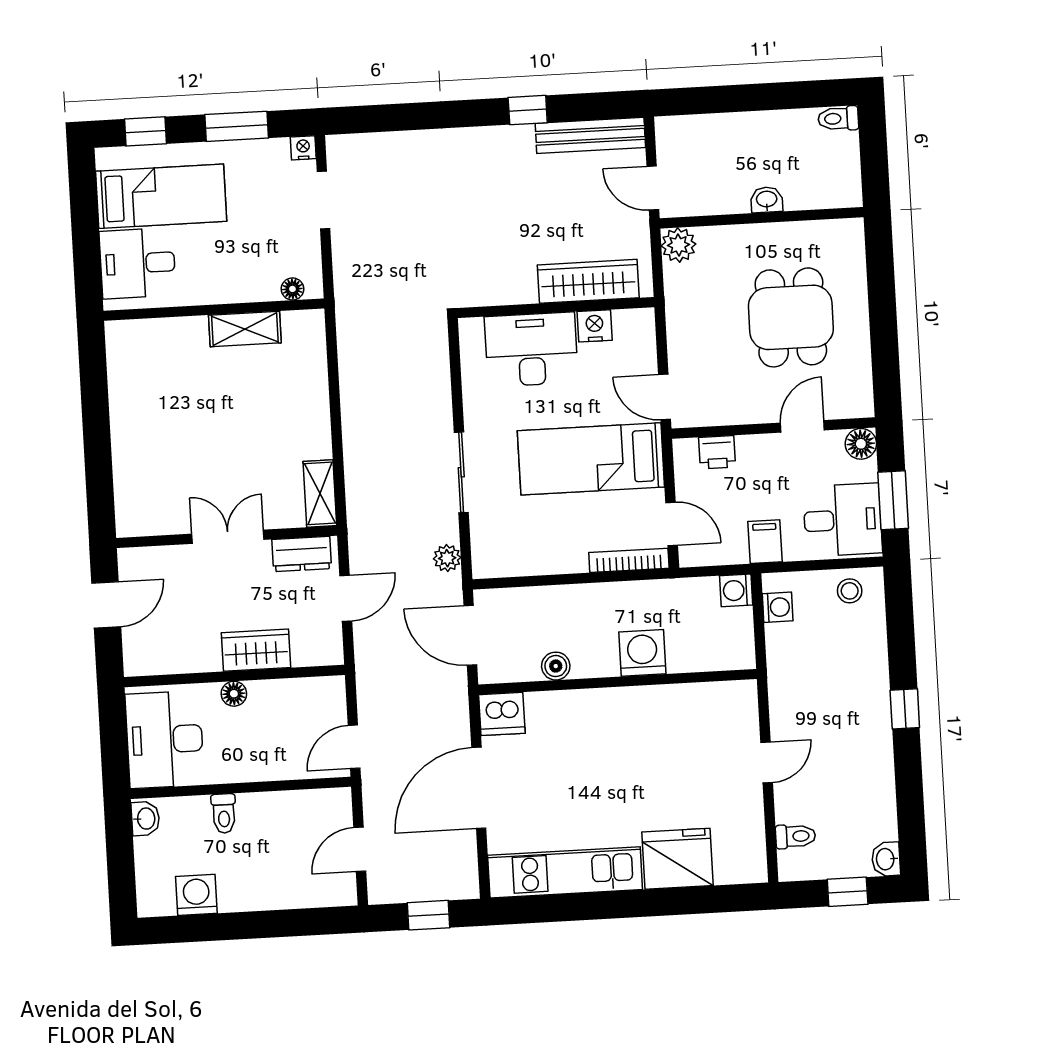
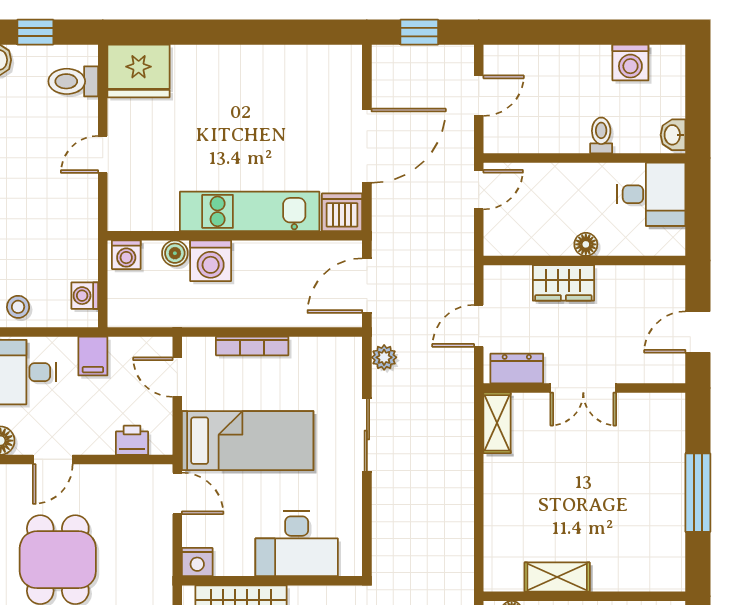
nightstand: (595, 326) -> (197, 562), moved
window: (96, 430) -> (698, 493), added
bookcase: (629, 560) -> (252, 346), moved
washing machine: (736, 590) -> (126, 255), moved, turned 90
door: (470, 635) -> (367, 286), swing flipped
boiler: (556, 666) -> (175, 253), moved
desk: (165, 740) -> (651, 194), width x0.73
toilet: (795, 836) -> (73, 81), width x1.37, depth x1.39
fridge: (678, 859) -> (139, 71), moved
kitchen unit: (565, 872) -> (250, 211), moved, turned 180

